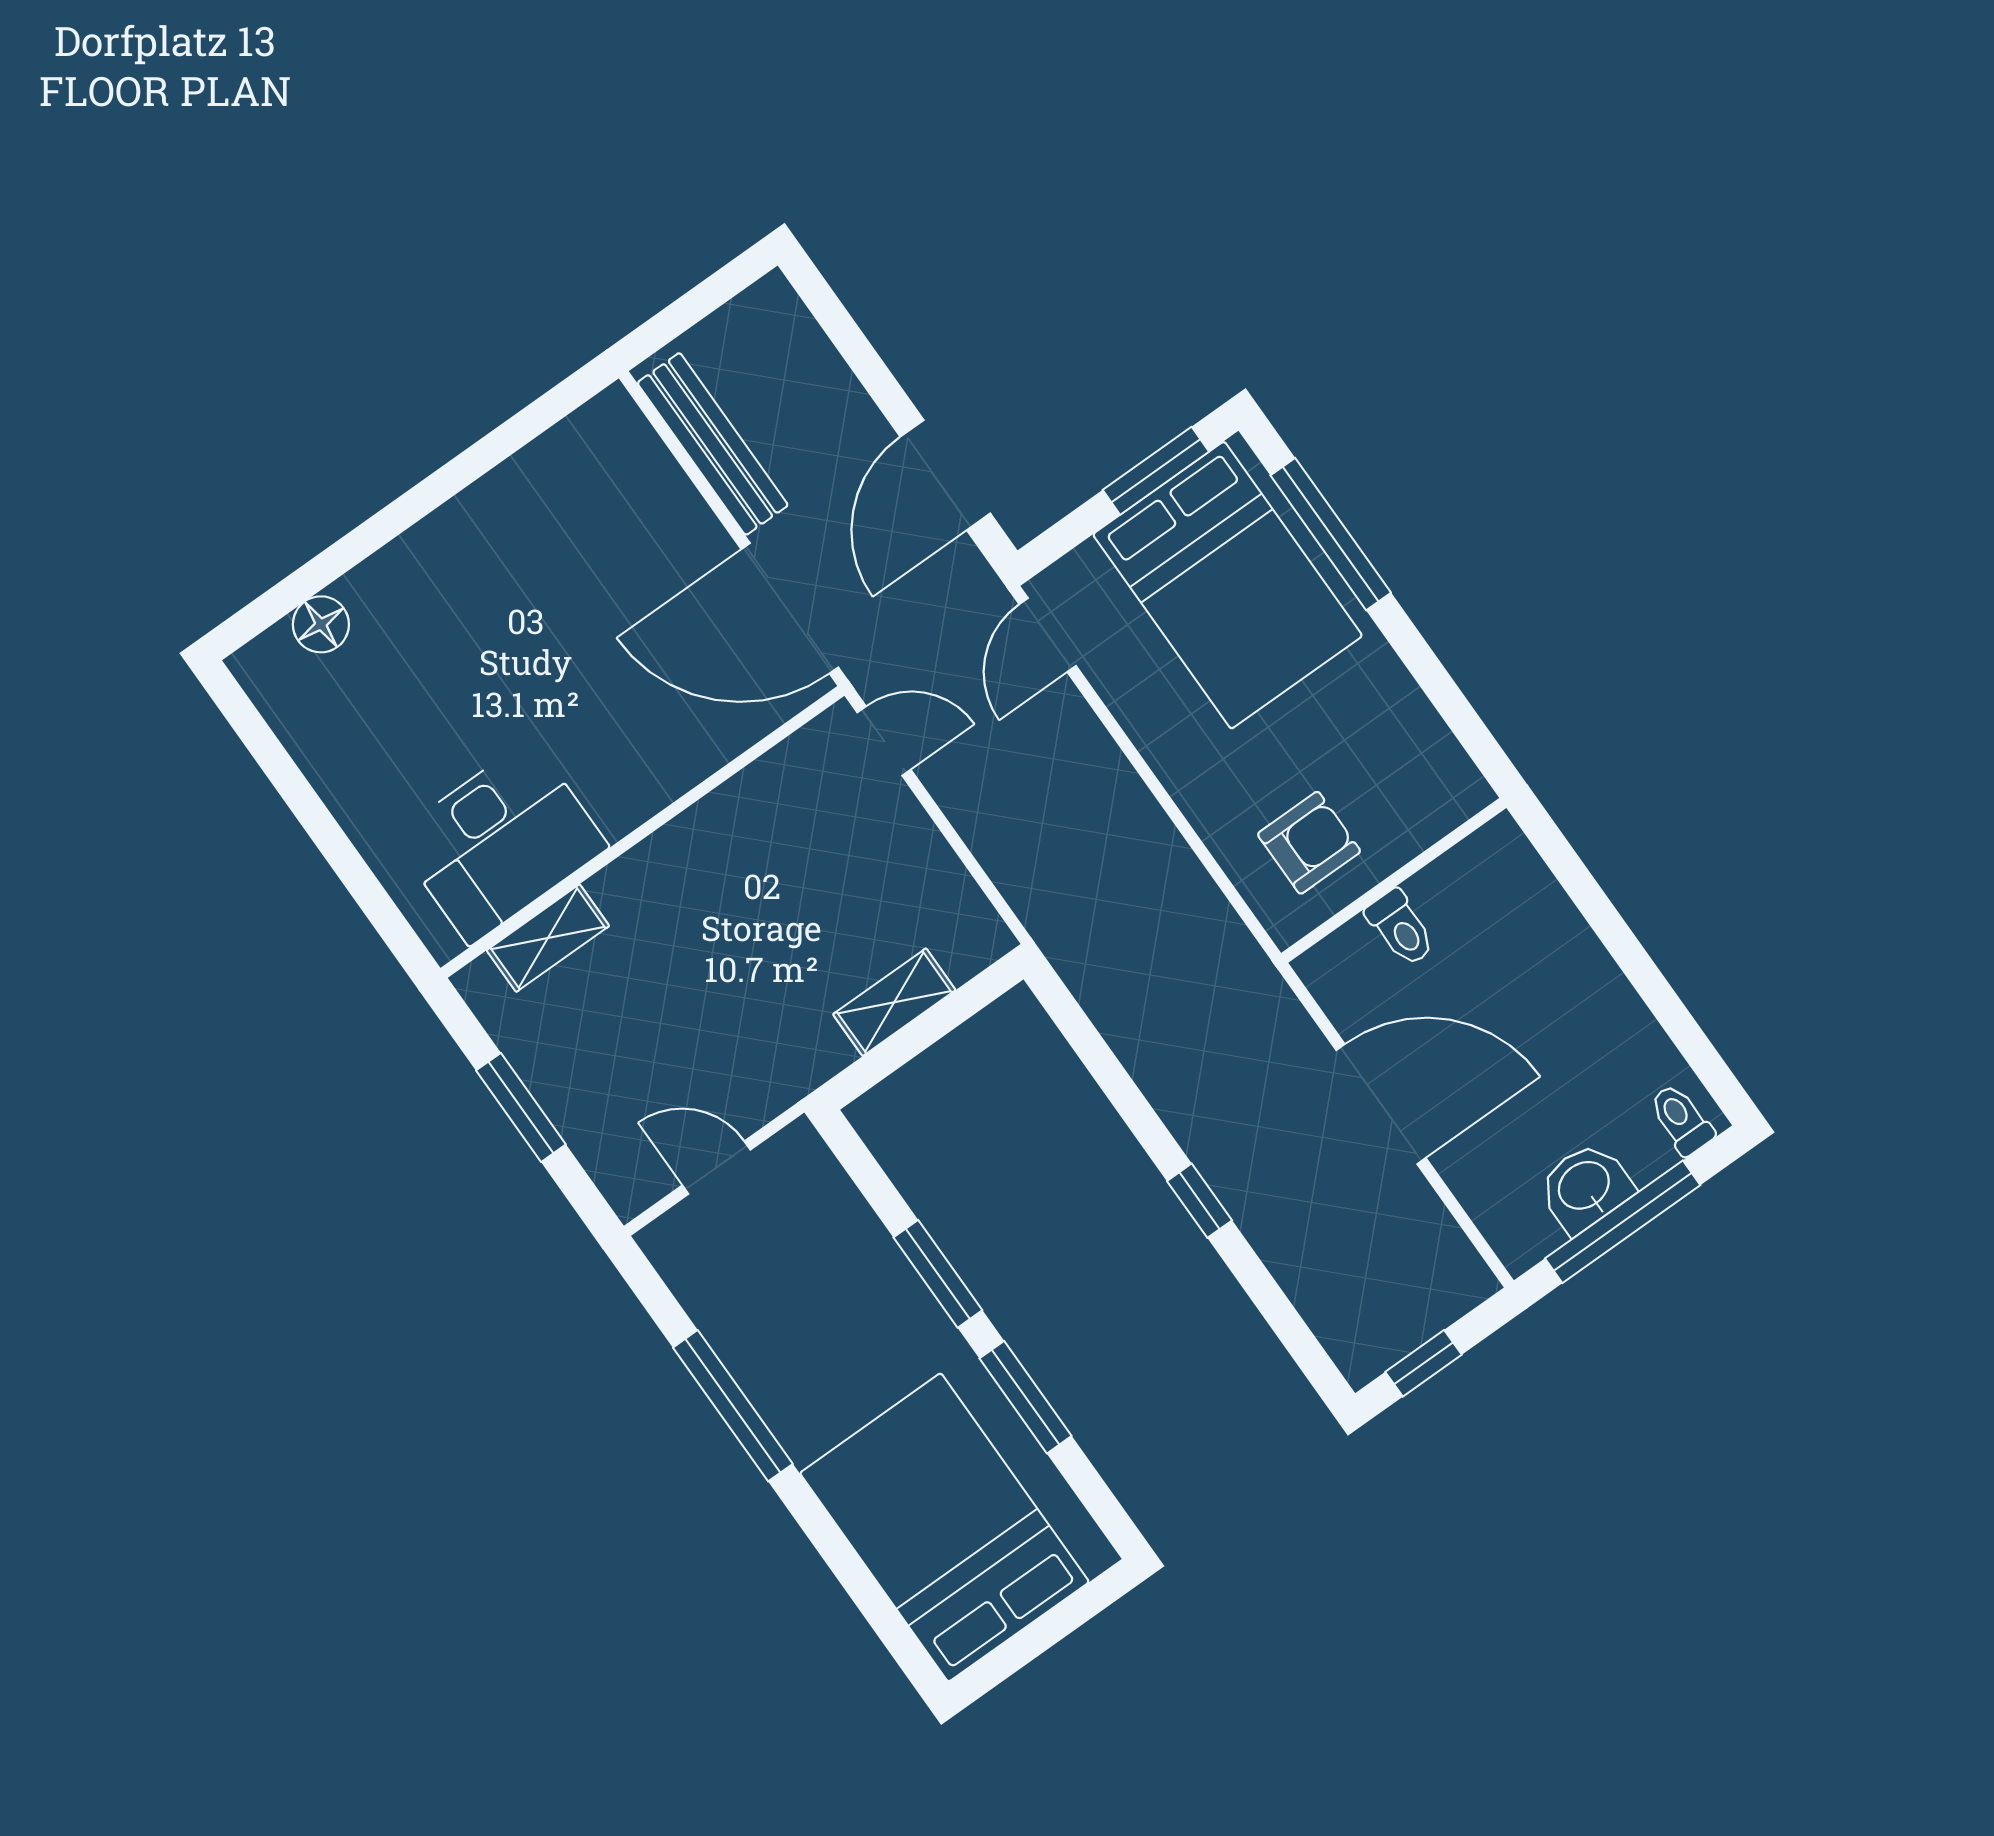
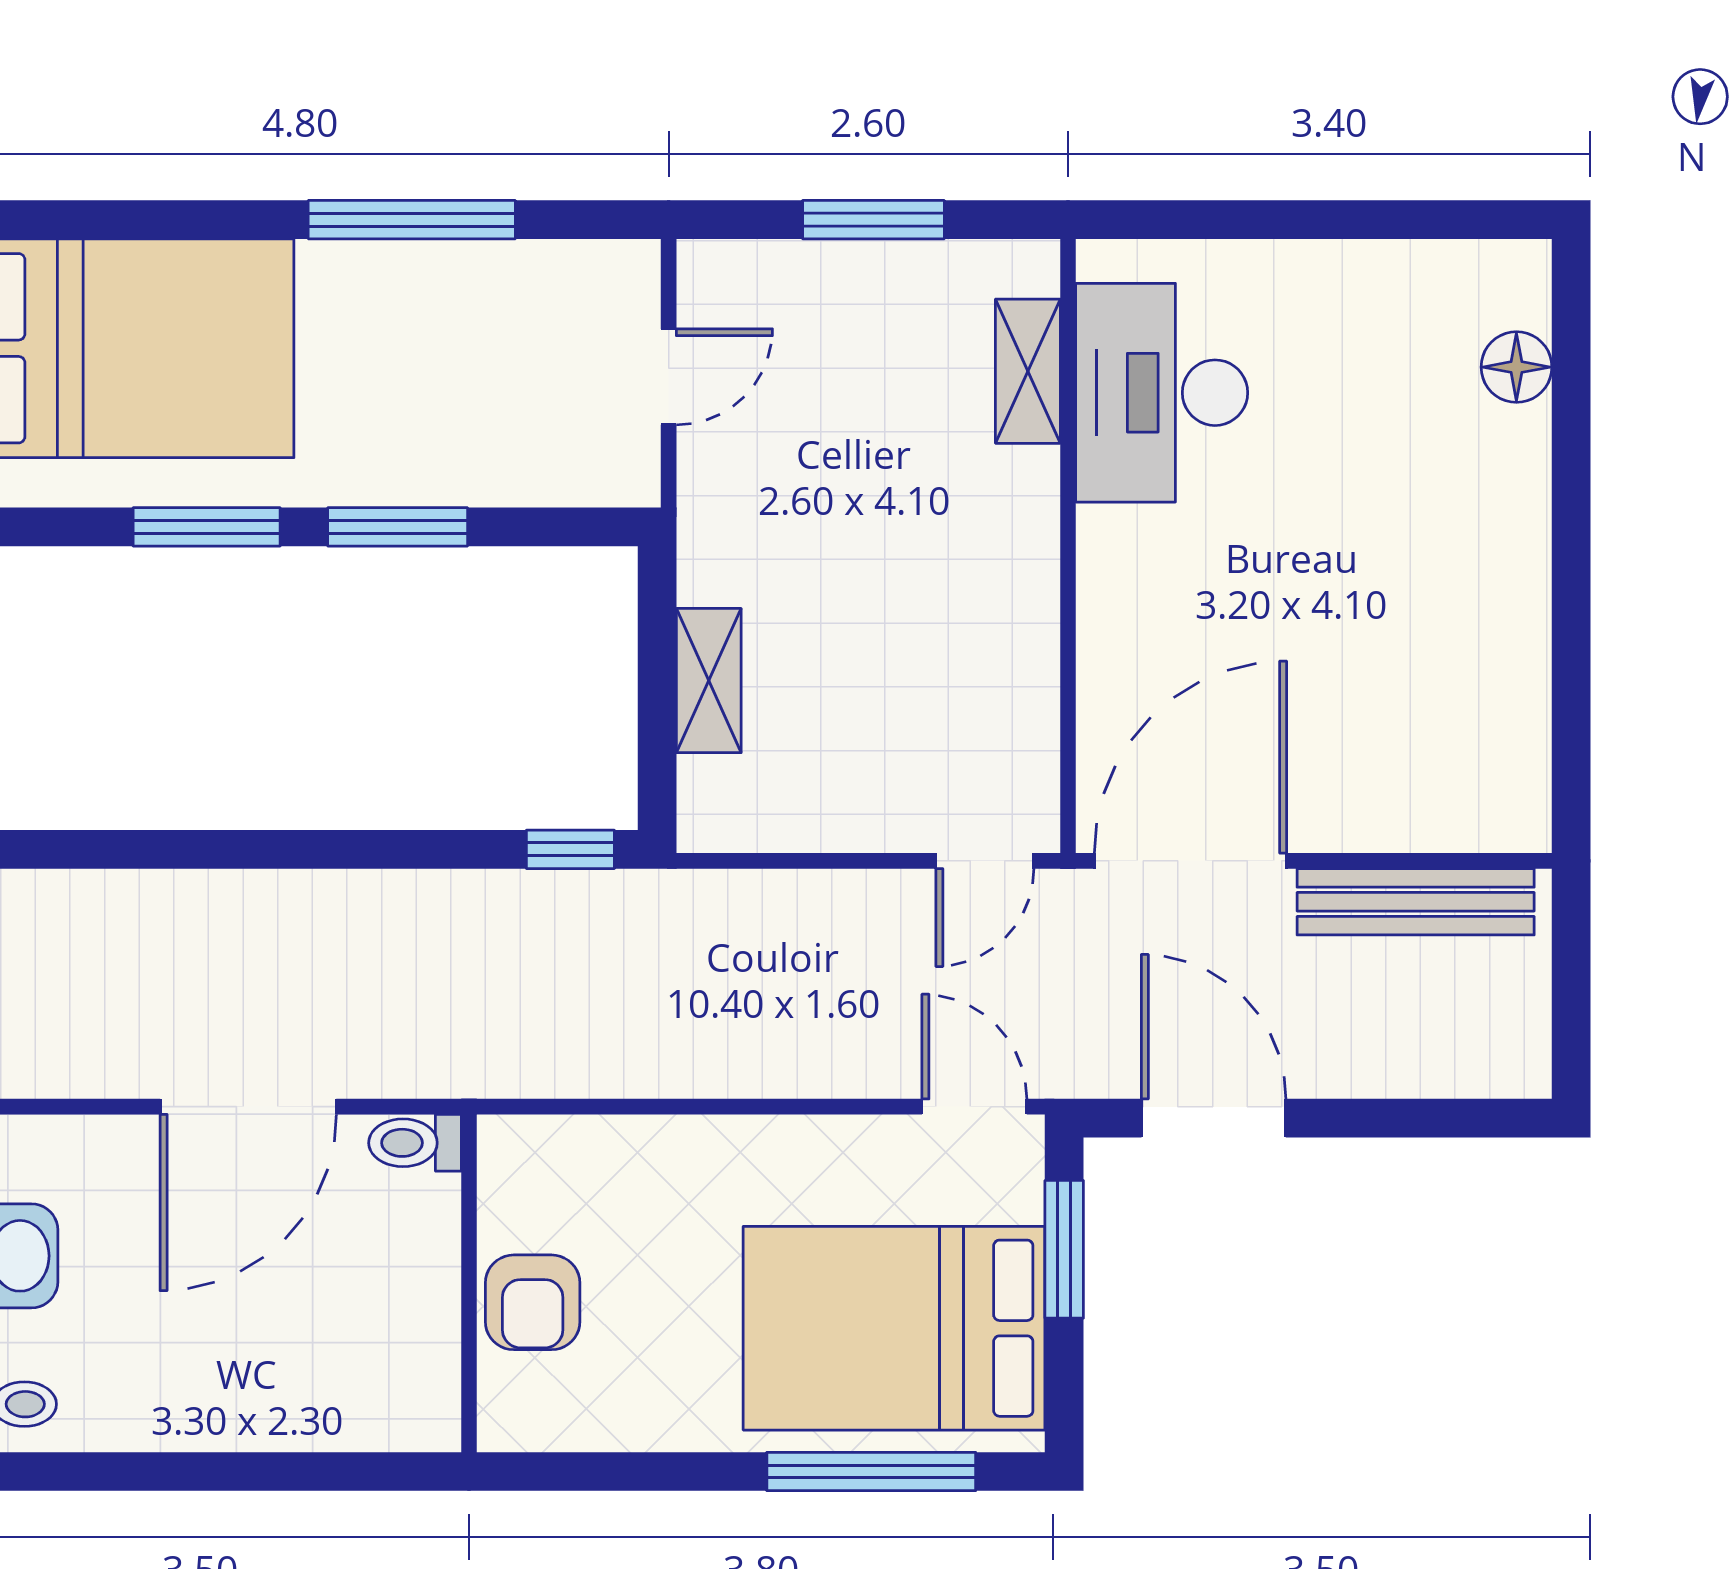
window: (1156, 471) -> (1064, 1249), moved
armchair: (1309, 843) -> (533, 1302), moved
toilet: (1401, 928) -> (415, 1143), moved
window: (1200, 1201) -> (570, 849), moved

